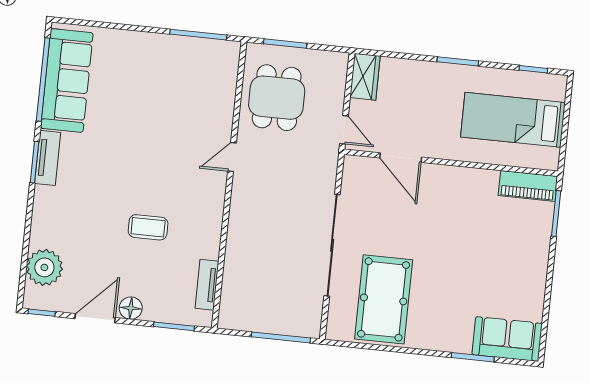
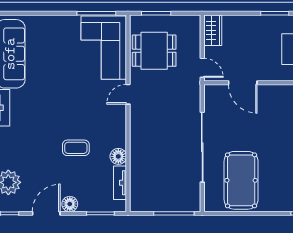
corner sofa: (204, 86) -> (104, 48), added
dining table: (277, 98) -> (154, 51), turned 90
floor lamp: (208, 246) -> (118, 156), added

